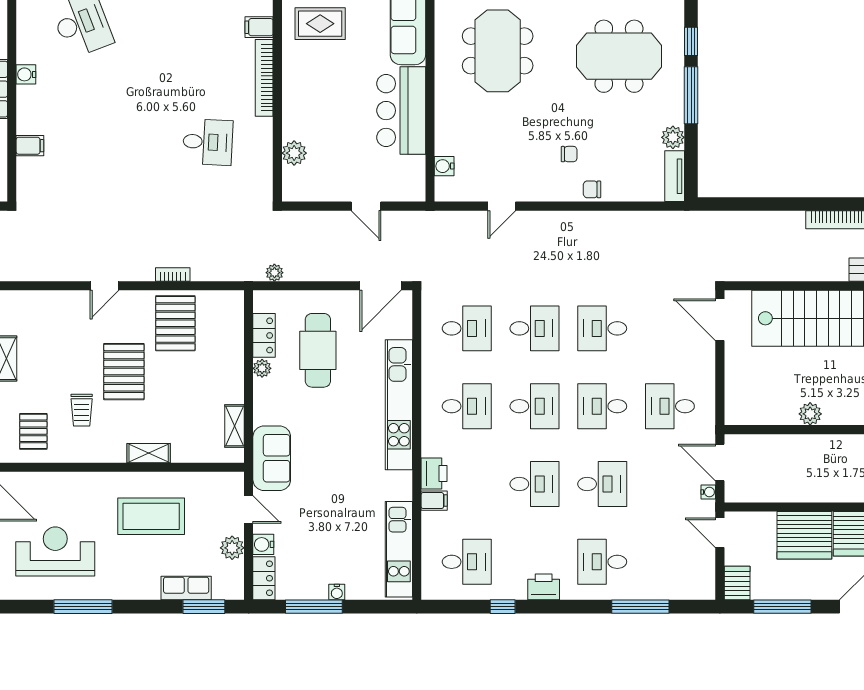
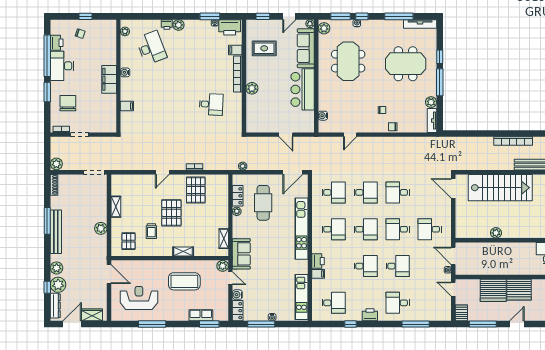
plant: (294, 153) -> (252, 88), moved
plant: (232, 548) -> (223, 266), moved

